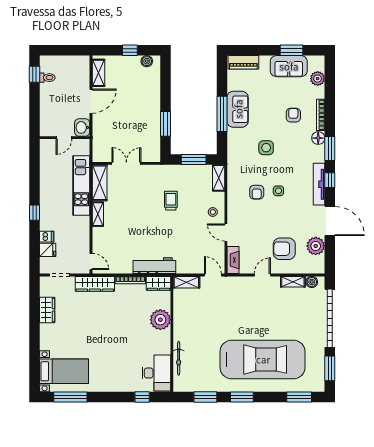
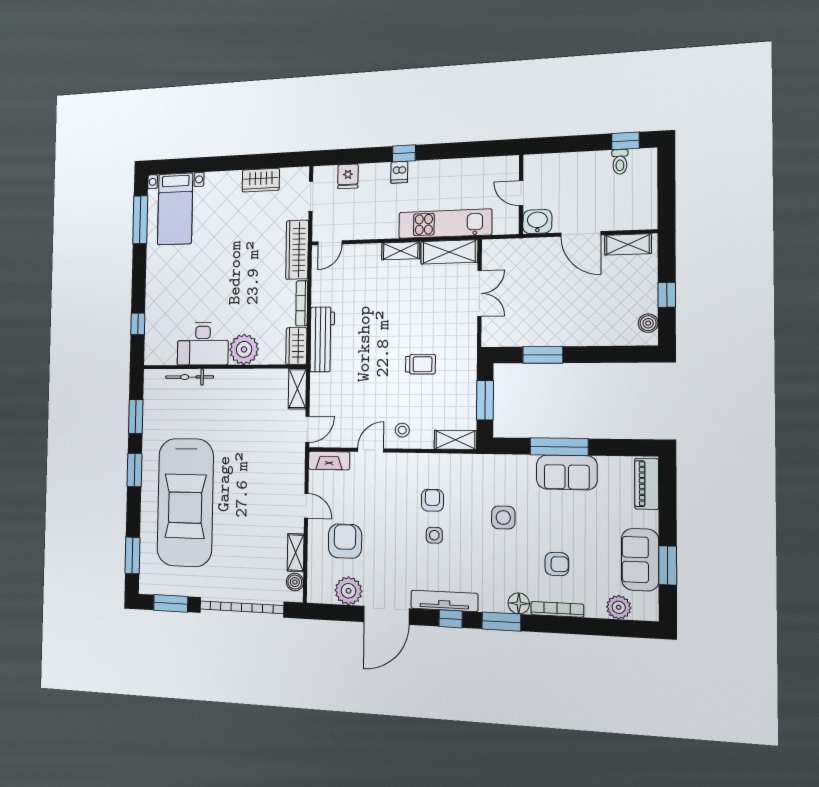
armchair: (257, 192) -> (432, 500), turned 90
dishwasher: (47, 237) -> (399, 172), moved
desk: (156, 373) -> (203, 344), moved

